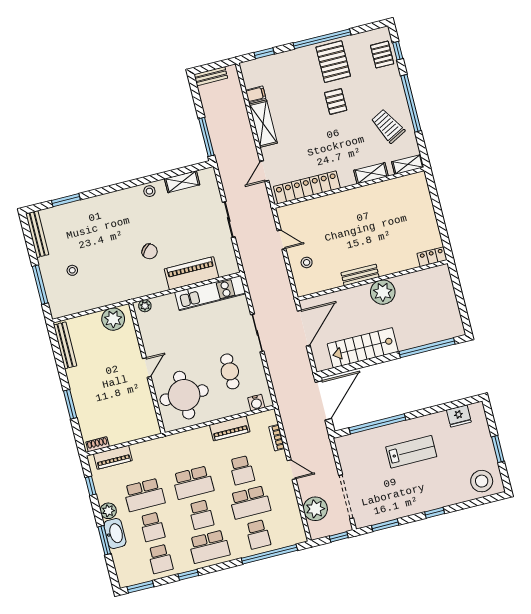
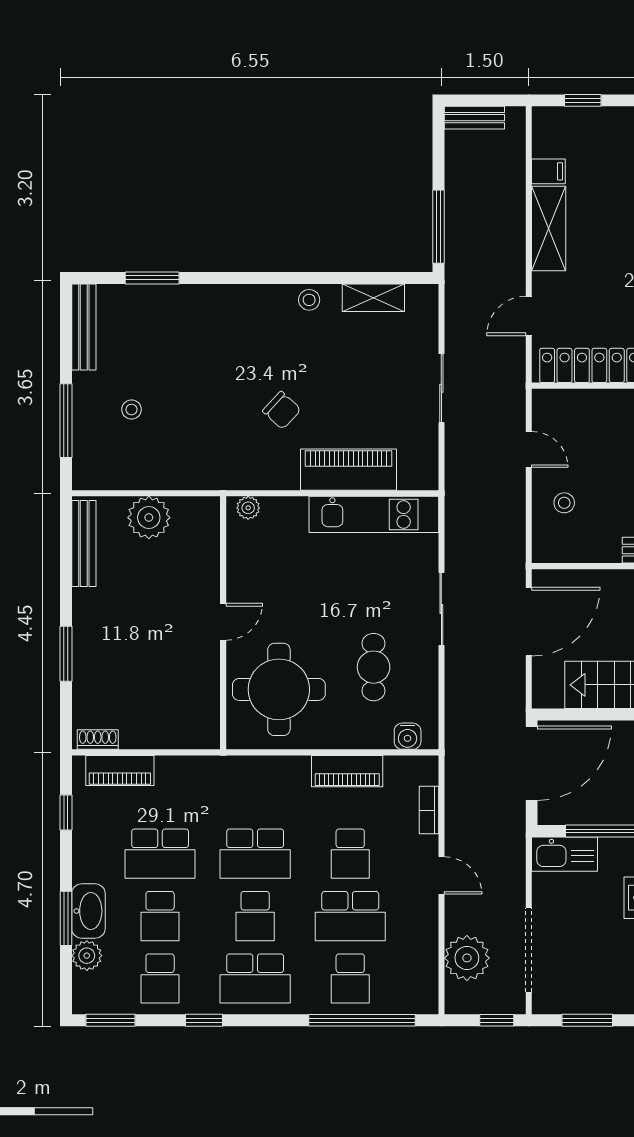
plant: (113, 319) -> (149, 518), moved
kitchen sink: (352, 443) -> (565, 854), added
plant: (108, 511) -> (87, 956), moved

